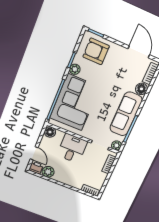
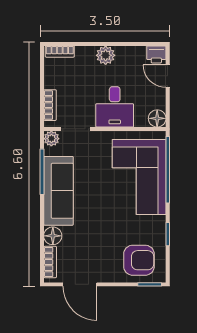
plant: (75, 69) -> (158, 224), removed
plant: (48, 172) -> (106, 55), moved

